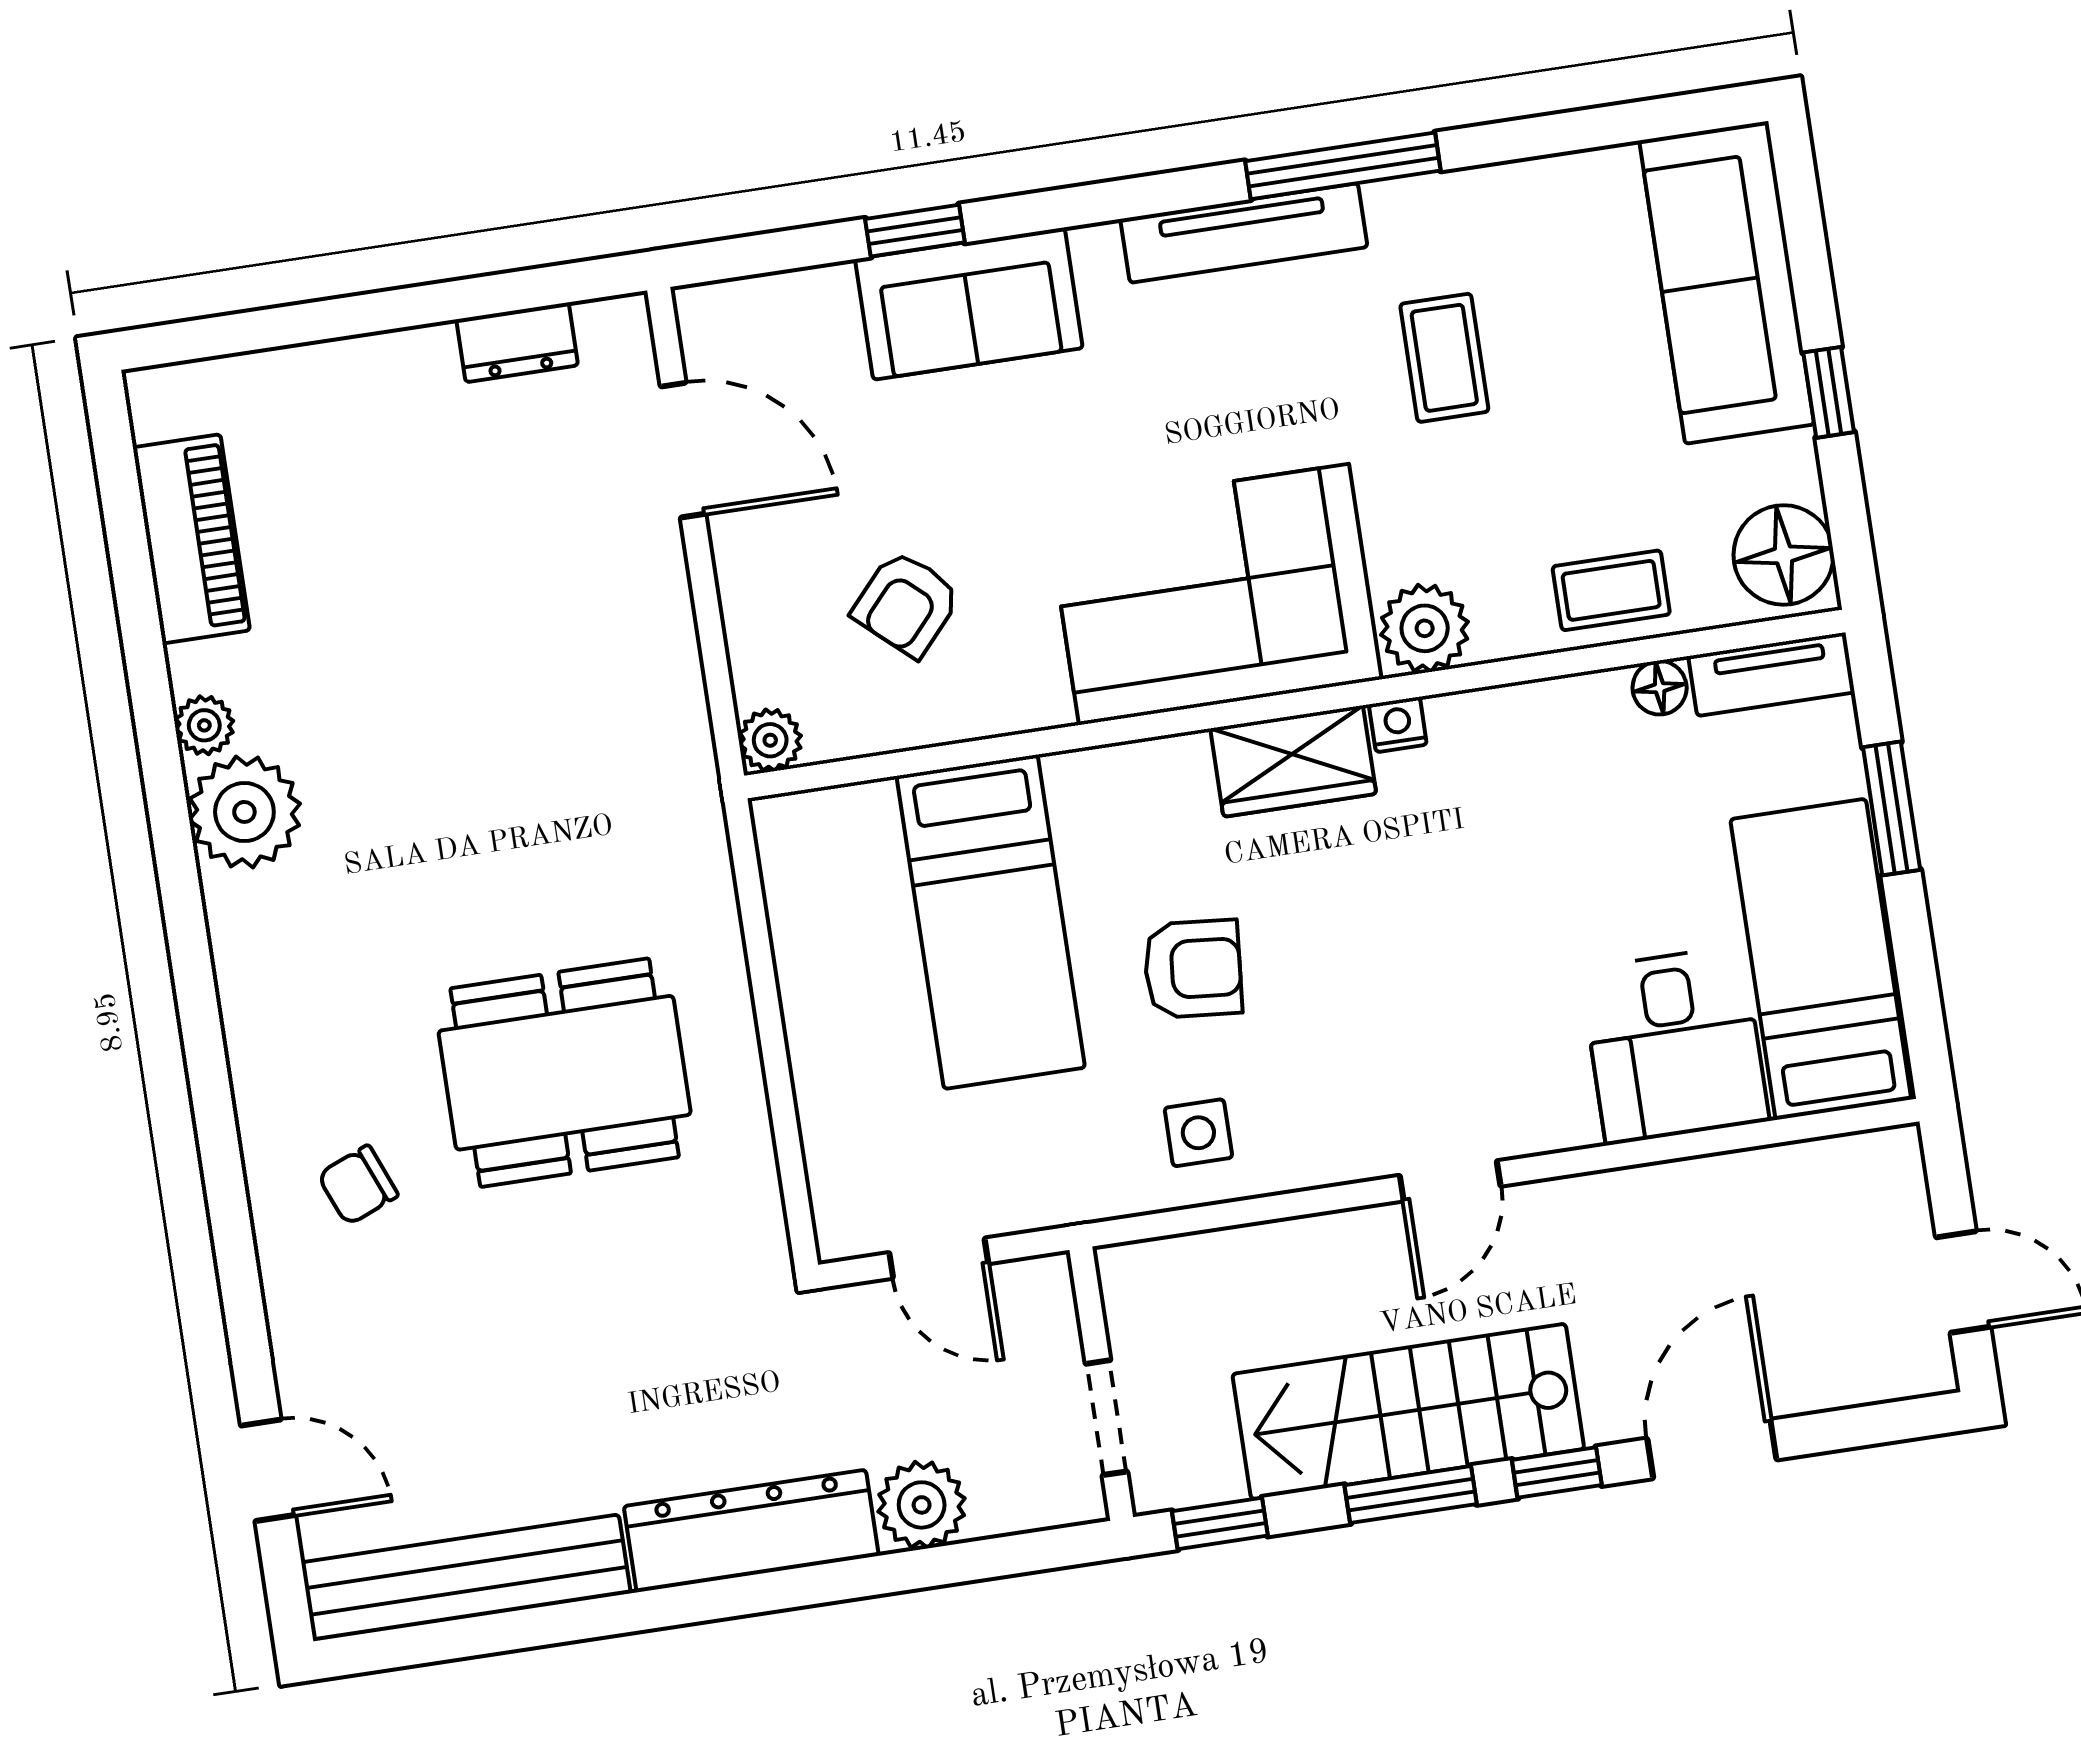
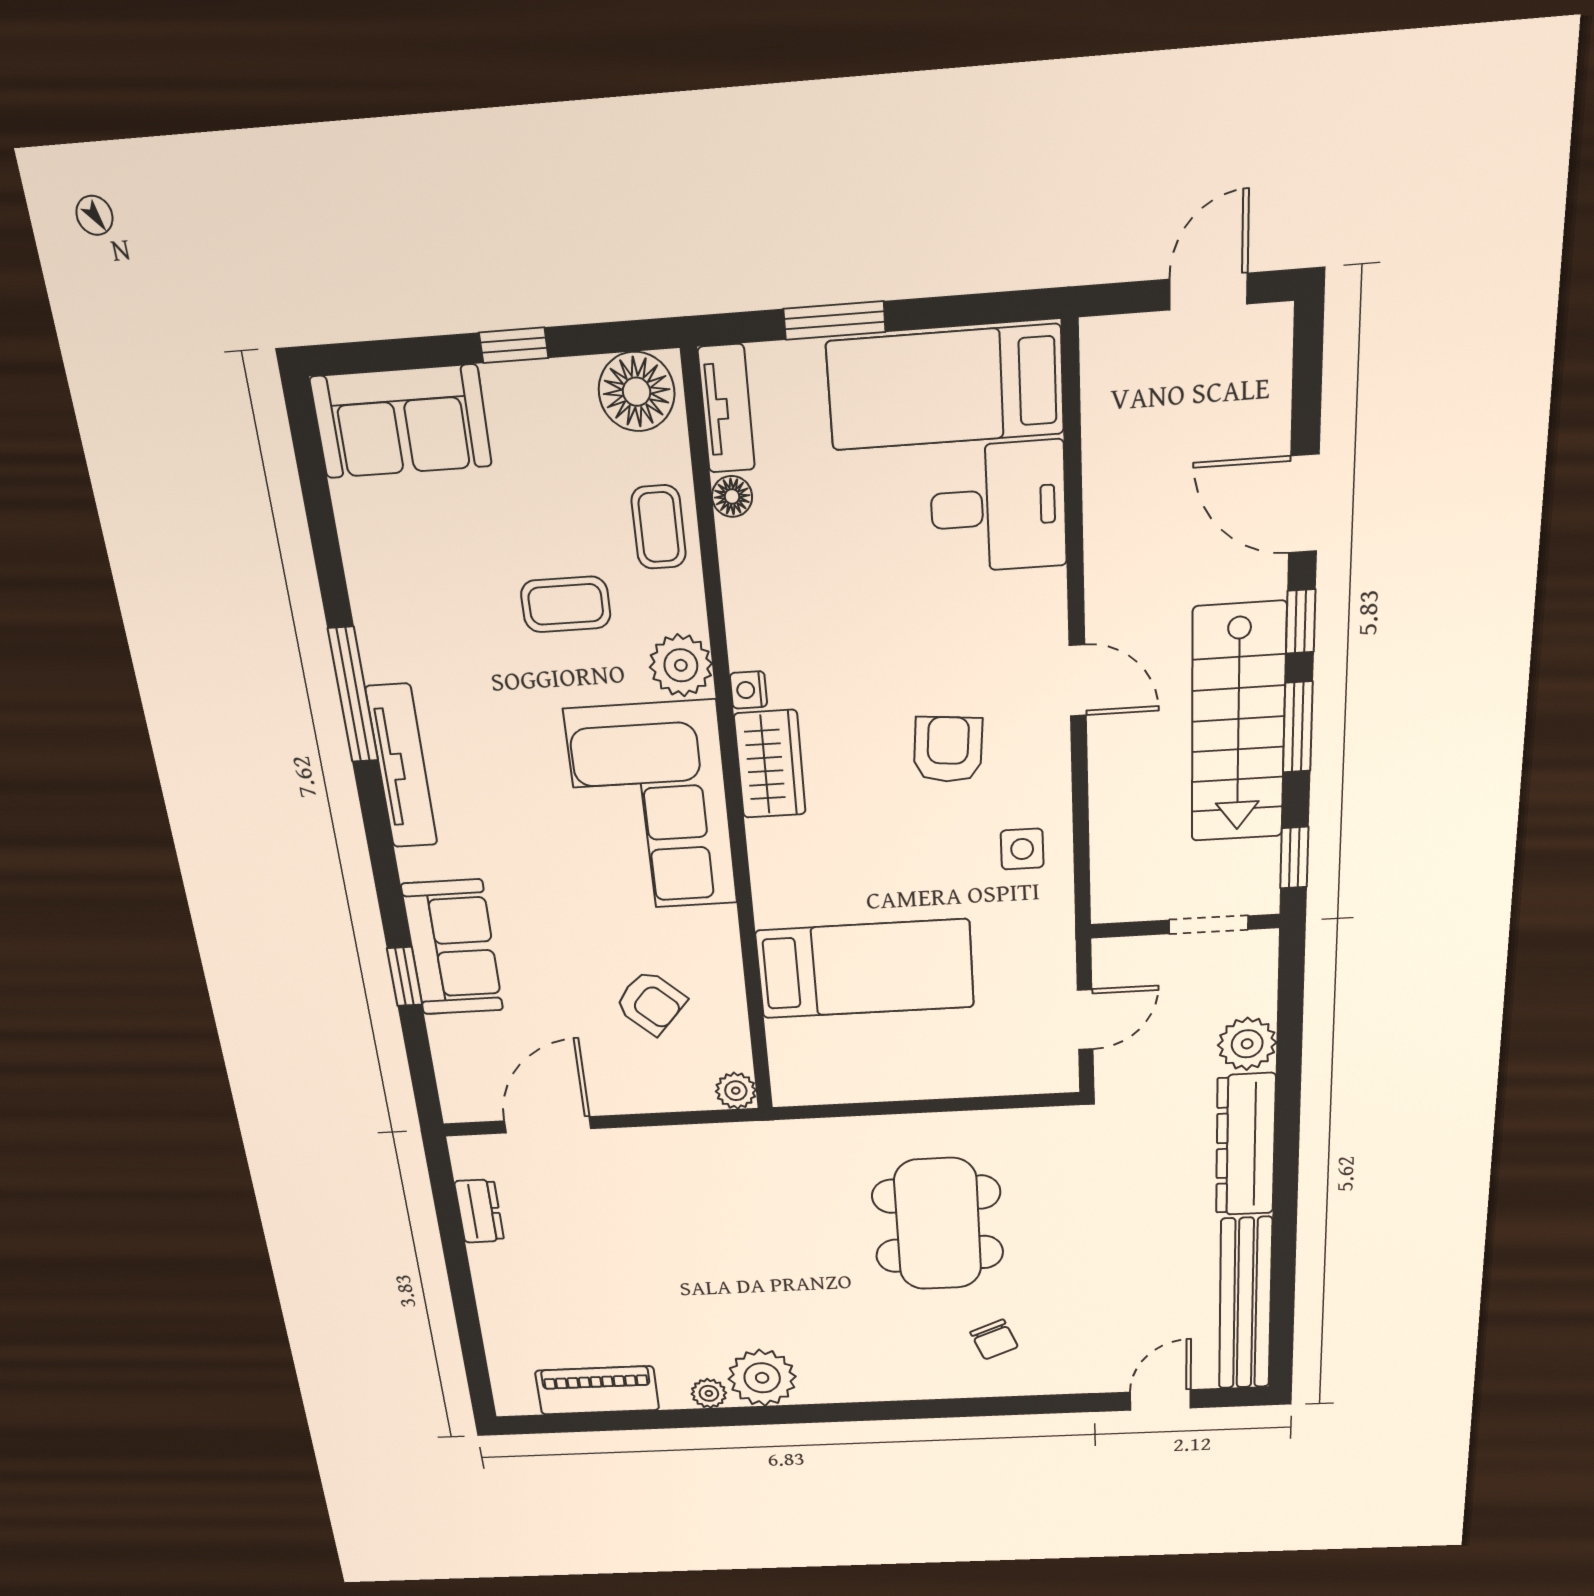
sofa: (1727, 282) -> (401, 422), width x0.73
coffee table: (1444, 358) -> (566, 604), moved
armchair: (1193, 969) -> (948, 749), moved

